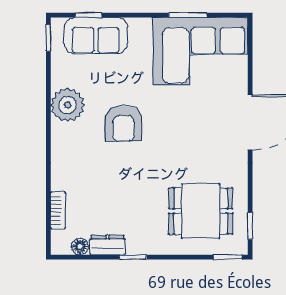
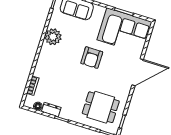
armchair: (123, 123) -> (92, 58), moved

